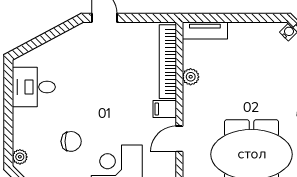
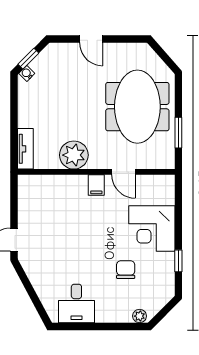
bookcase: (168, 62) -> (54, 182), removed
plant: (191, 77) -> (74, 155), width x1.88, depth x1.88

